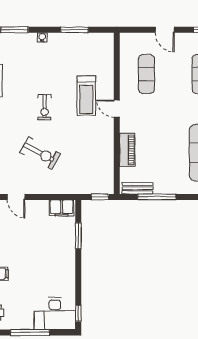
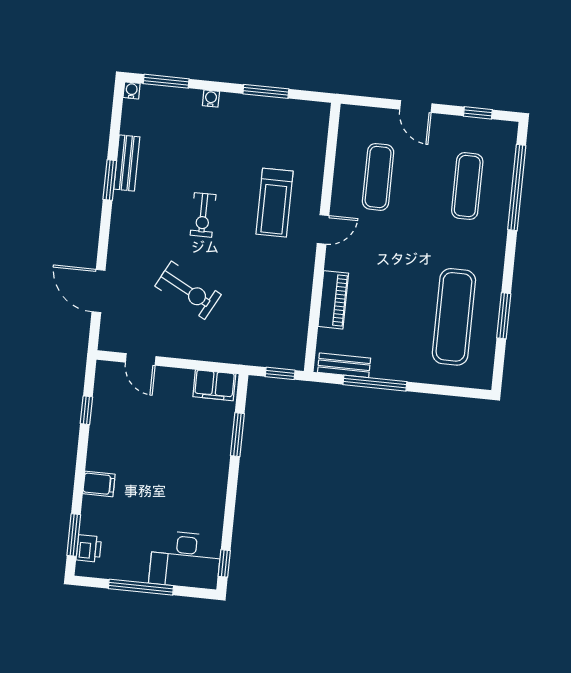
door: (117, 109) -> (323, 229), swing flipped

